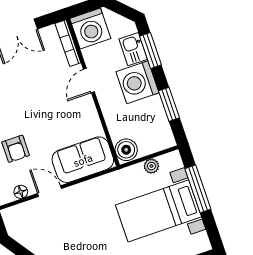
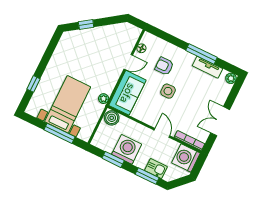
washing machine: (137, 82) -> (127, 149), moved
side table: (38, 118) -> (168, 91), added
plant: (151, 166) -> (104, 99), moved

